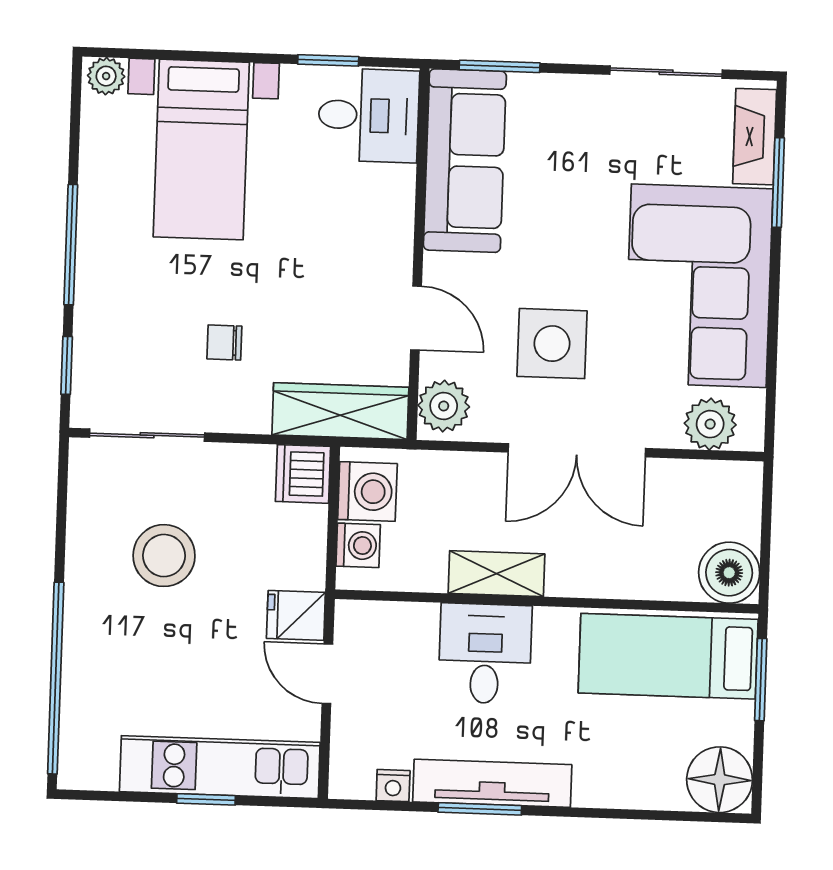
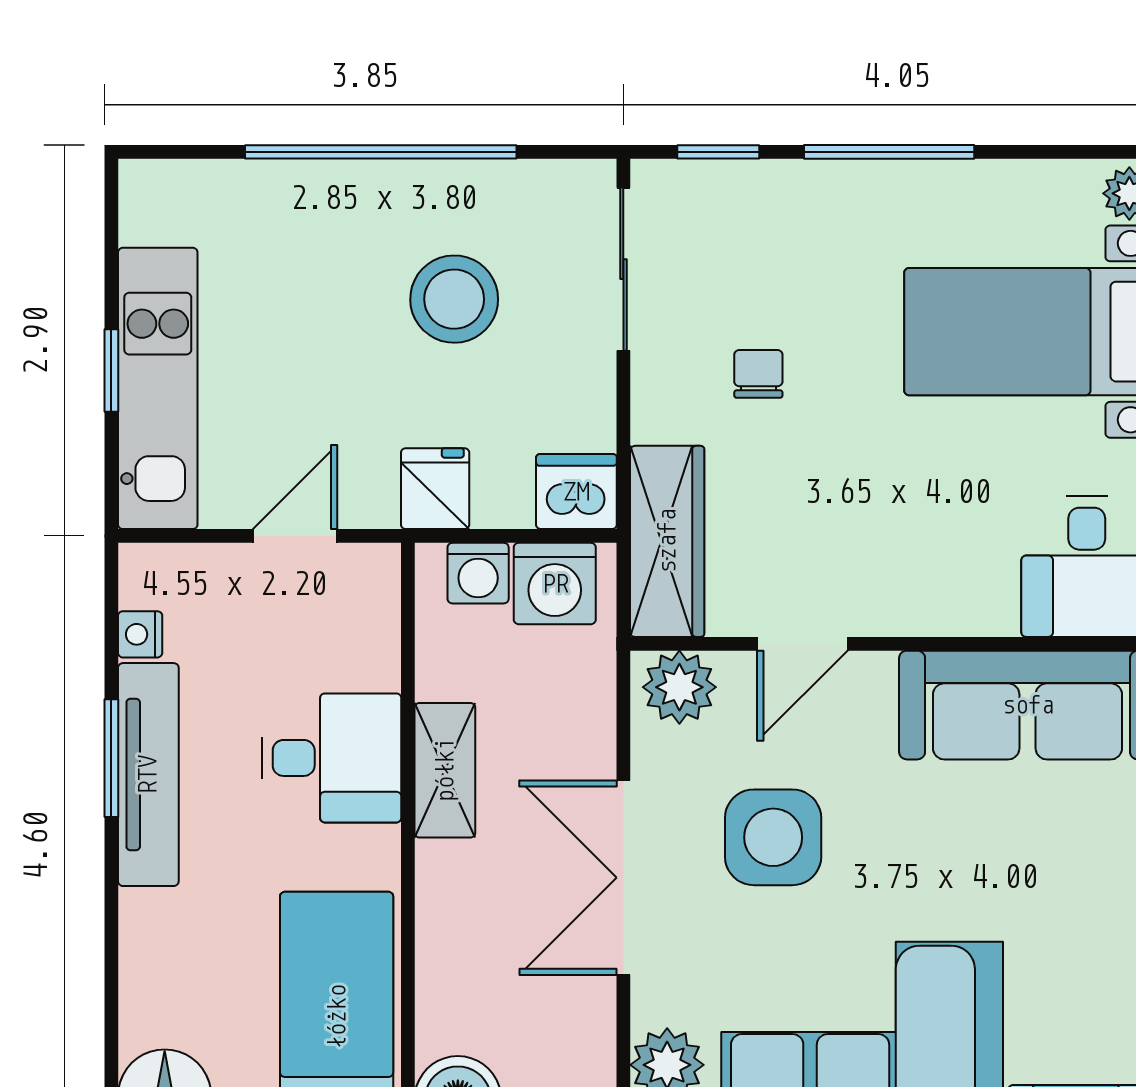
fridge: (296, 615) -> (435, 489), moved
window: (56, 678) -> (381, 152), moved

